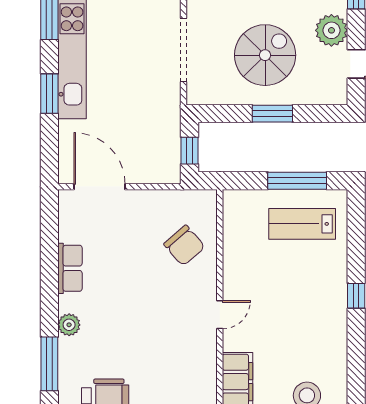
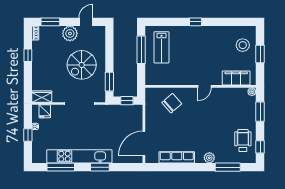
spiral stairs: (265, 55) -> (82, 65), turned -90
window: (272, 114) -> (109, 82), moved
row of seats: (70, 268) -> (177, 157), width x1.48
door: (220, 315) -> (204, 86), swing flipped

